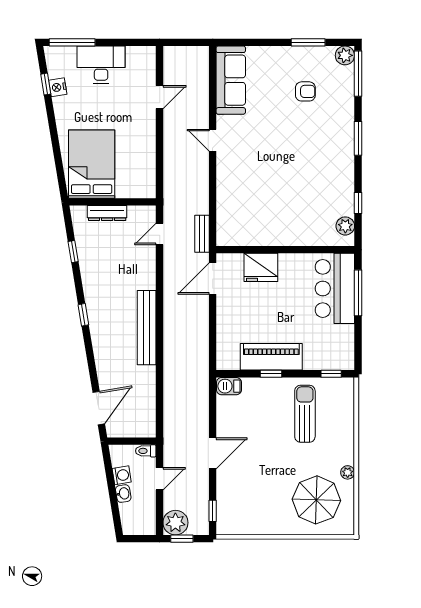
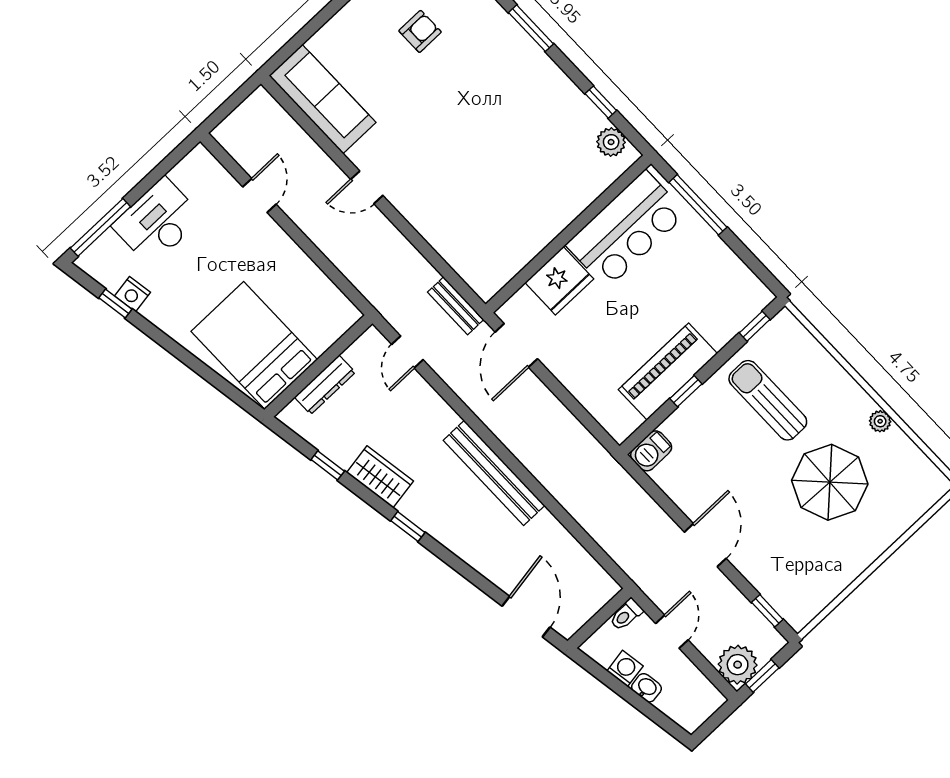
wardrobe: (92, 280) -> (380, 477), added
bar counter: (335, 288) -> (626, 229), moved, turned -90
parasol: (316, 500) -> (830, 482), moved

